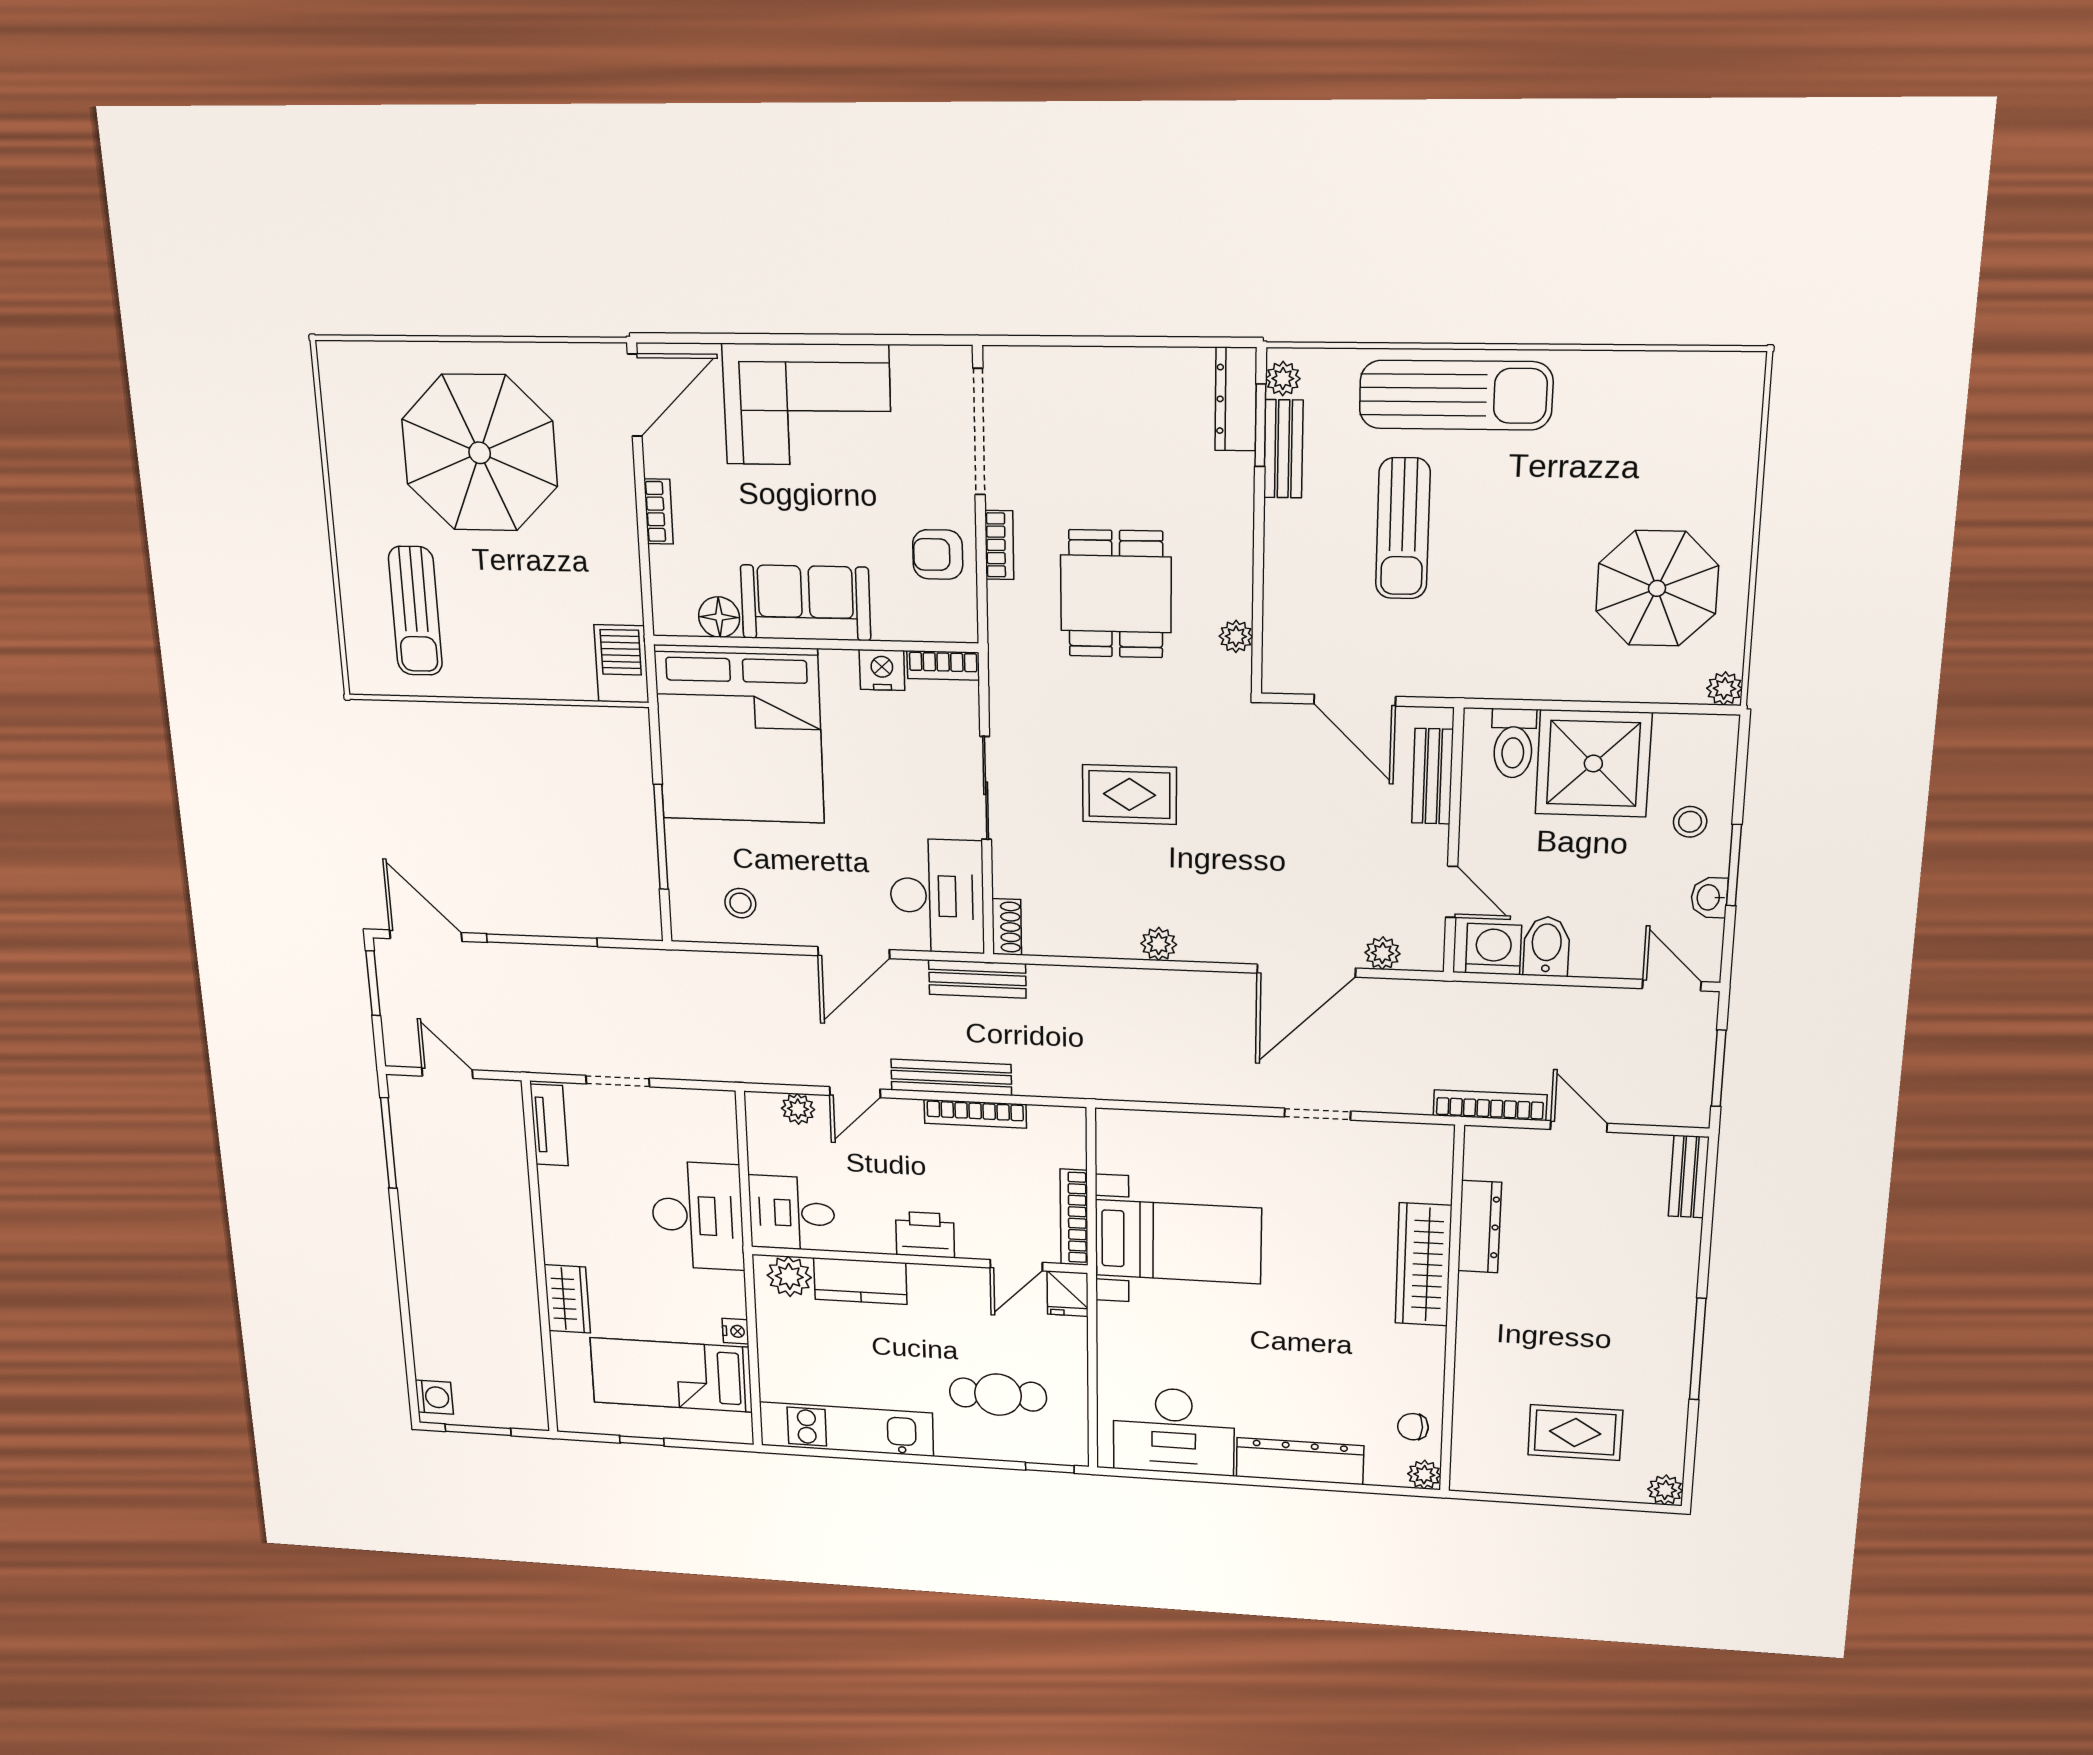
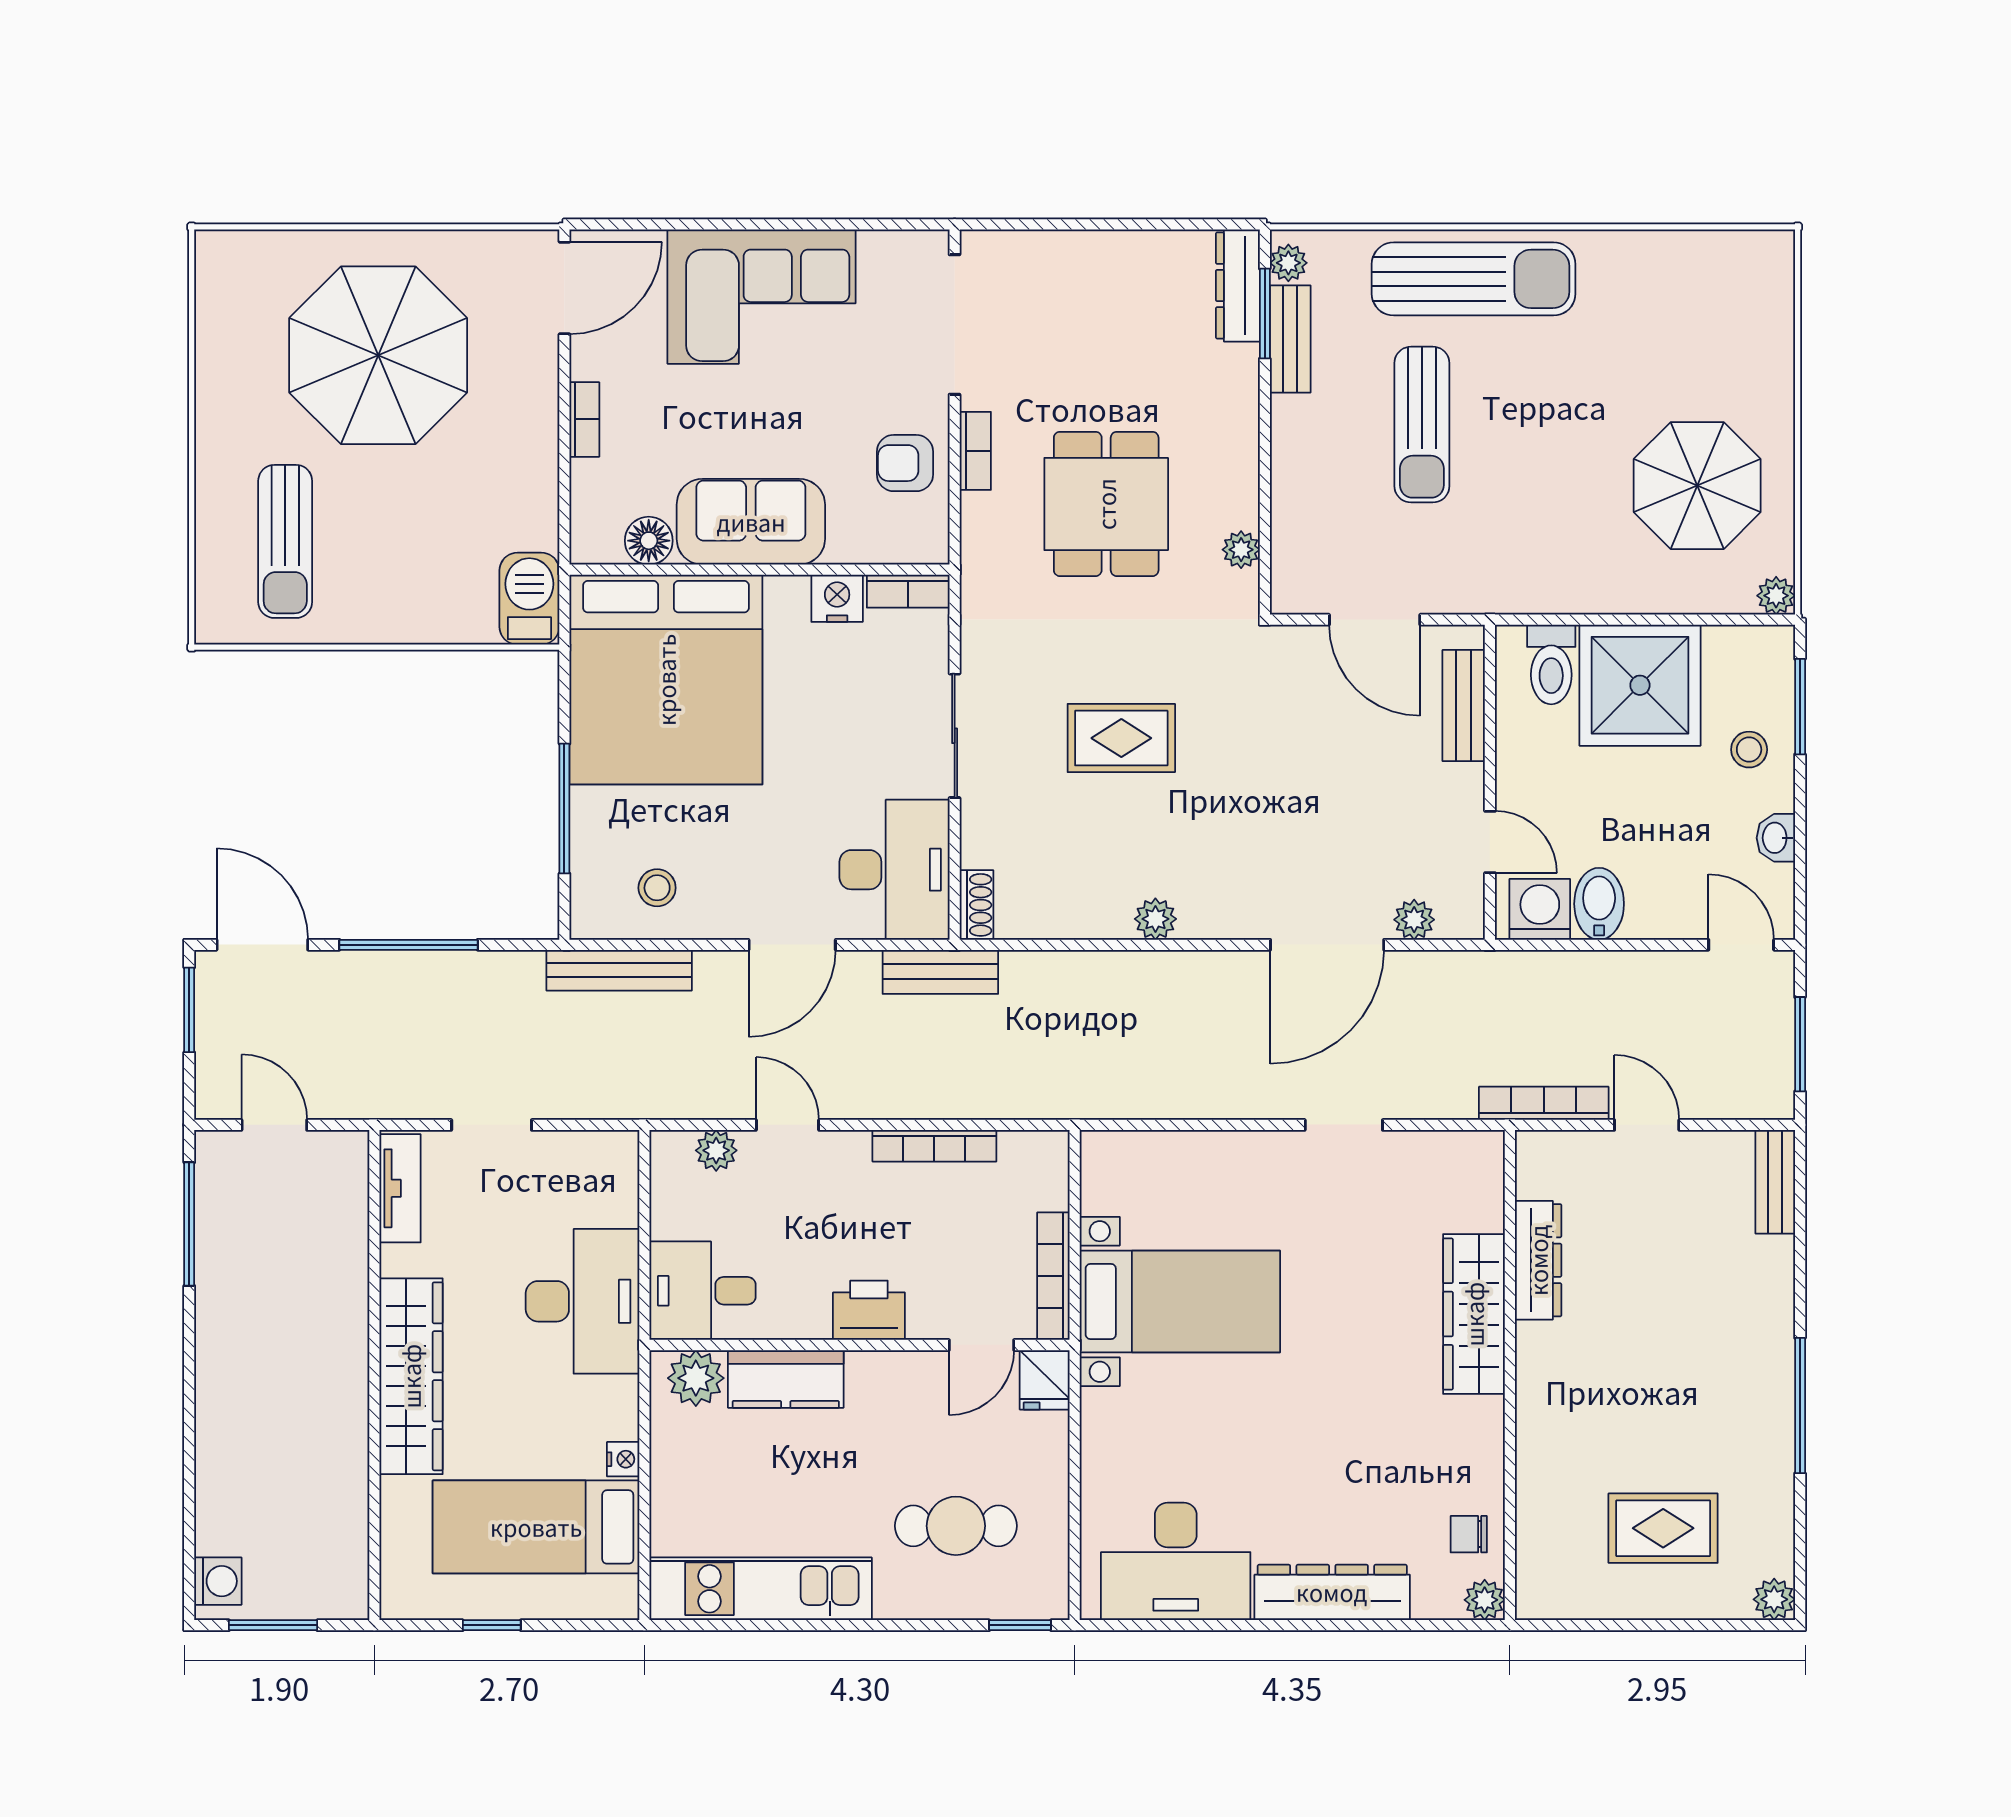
window: (1734, 865) -> (1800, 707), moved
bench: (951, 1077) -> (619, 970), moved
door: (855, 1092) -> (788, 1125), swing flipped
wardrobe: (567, 1299) -> (411, 1376), width x2.10, depth x1.17

